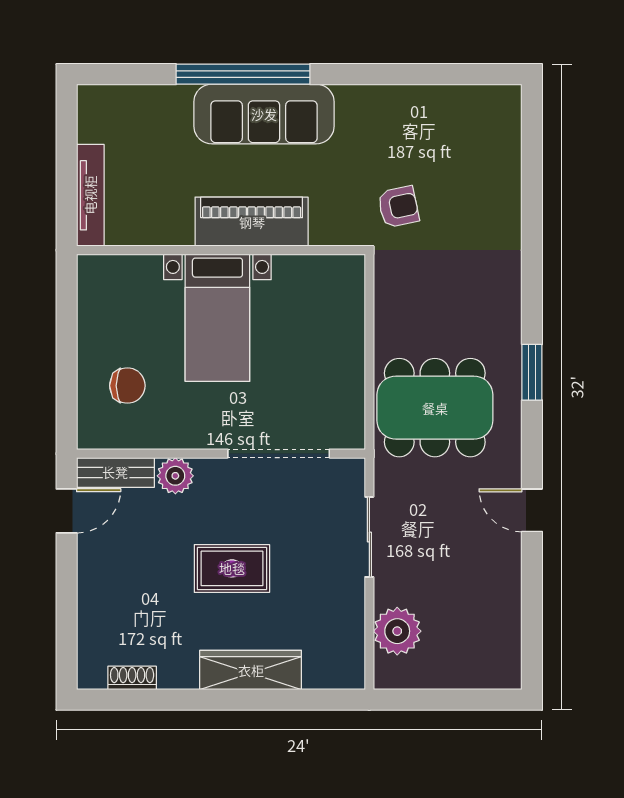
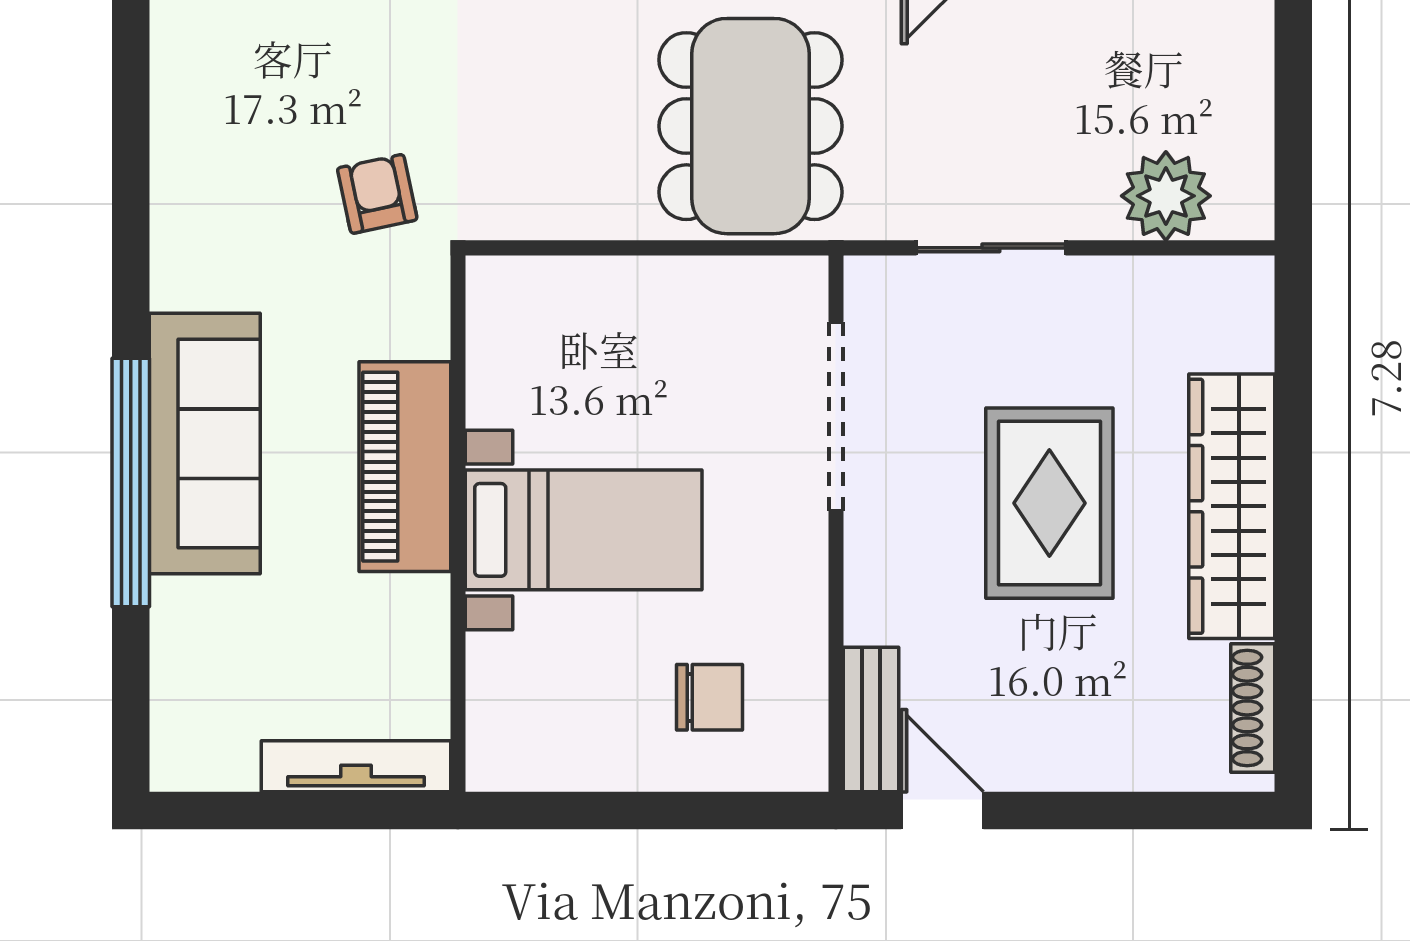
chair: (127, 386) -> (710, 697), turned 90
plant: (175, 476) -> (877, 608), removed
rug: (232, 568) -> (1049, 503), width x1.36, depth x1.43
wardrobe: (251, 670) -> (1232, 506), width x1.40, depth x1.17
shoe rack: (132, 678) -> (1253, 708), width x1.43

